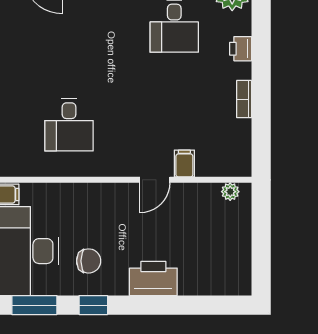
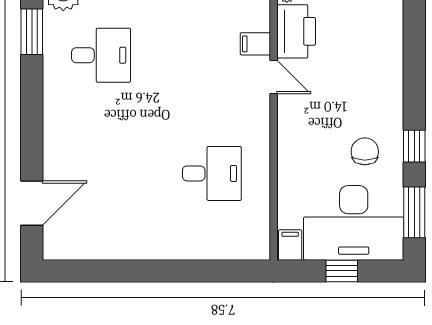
printer: (153, 278) -> (296, 31), moved, turned 180

